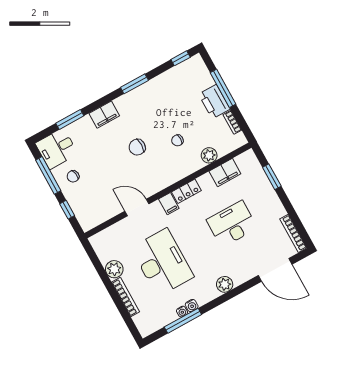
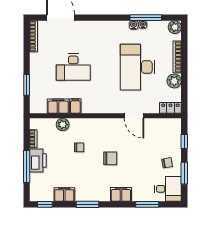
filing cabinet: (165, 81) -> (64, 194), added
window: (48, 175) -> (184, 173), width x0.69
locker: (186, 191) -> (170, 108), moved
filing cabinet: (169, 204) -> (75, 106), moved
plant: (225, 284) -> (175, 27), moved

